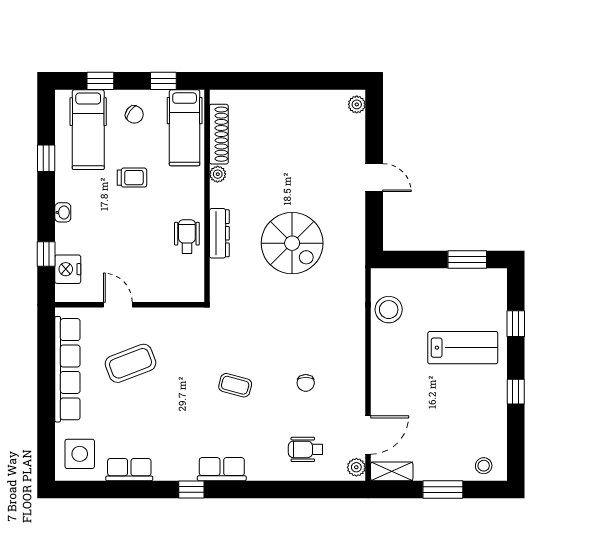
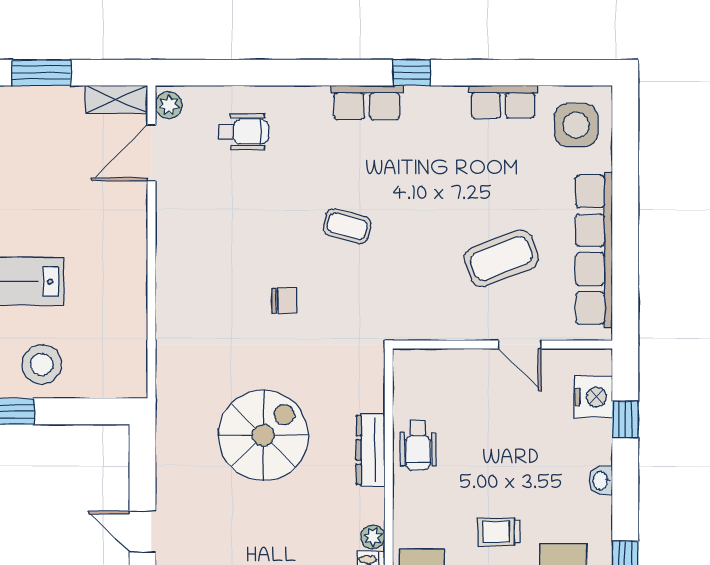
spiral stairs: (292, 243) -> (263, 435), turned 90
stool: (389, 310) -> (42, 365), moved
chair: (306, 383) -> (284, 300), moved, turned 89

